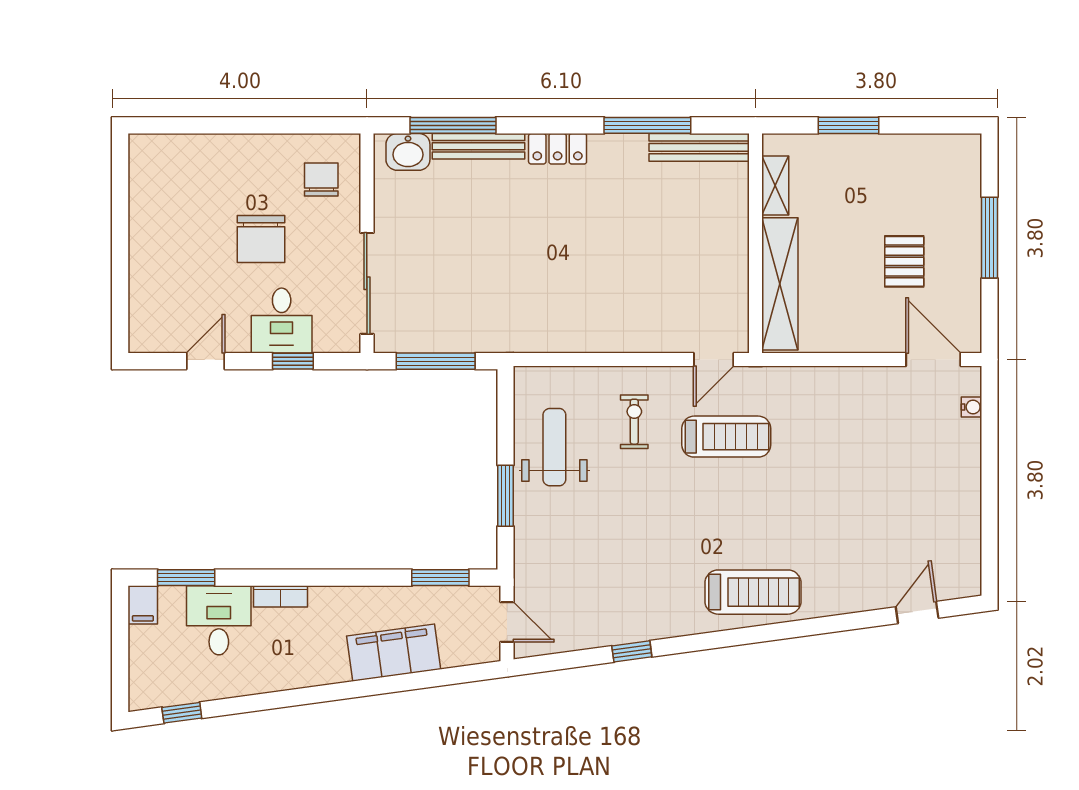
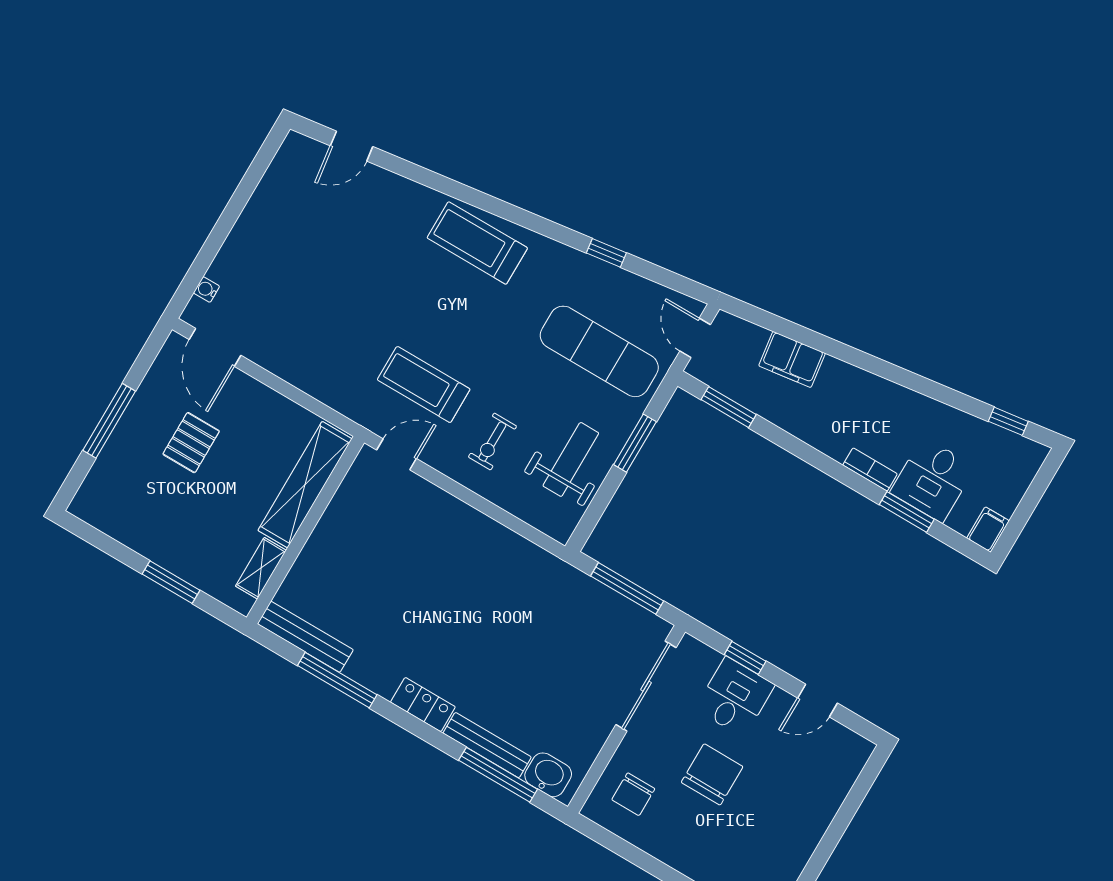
weight bench: (554, 447) -> (571, 459), turned 180
exercise mat: (586, 559) -> (599, 351), added
window: (186, 578) -> (907, 512), moved
filing cabinet: (394, 653) -> (792, 359), width x0.67, depth x0.86

